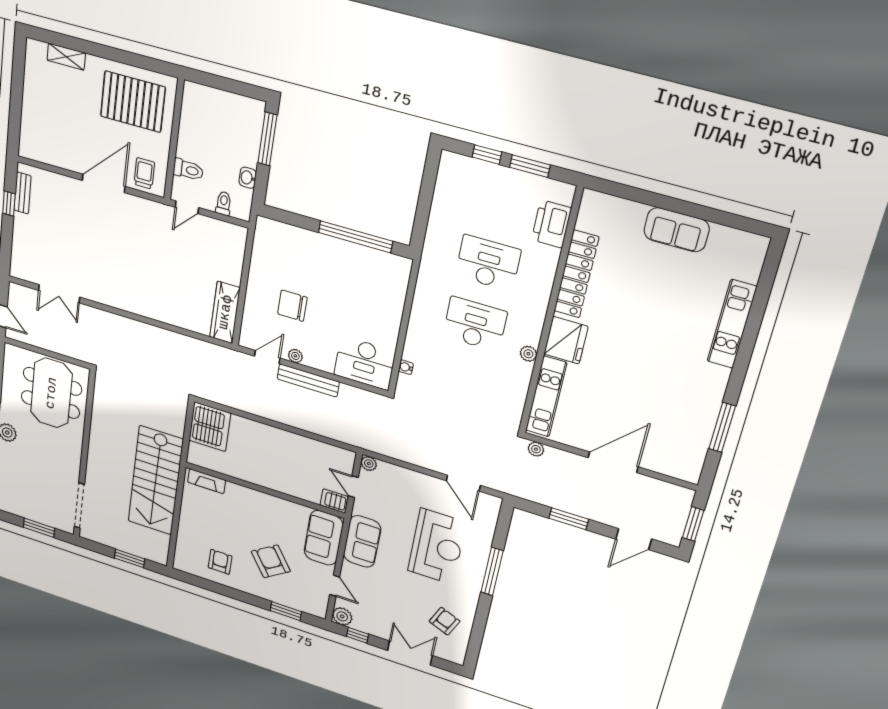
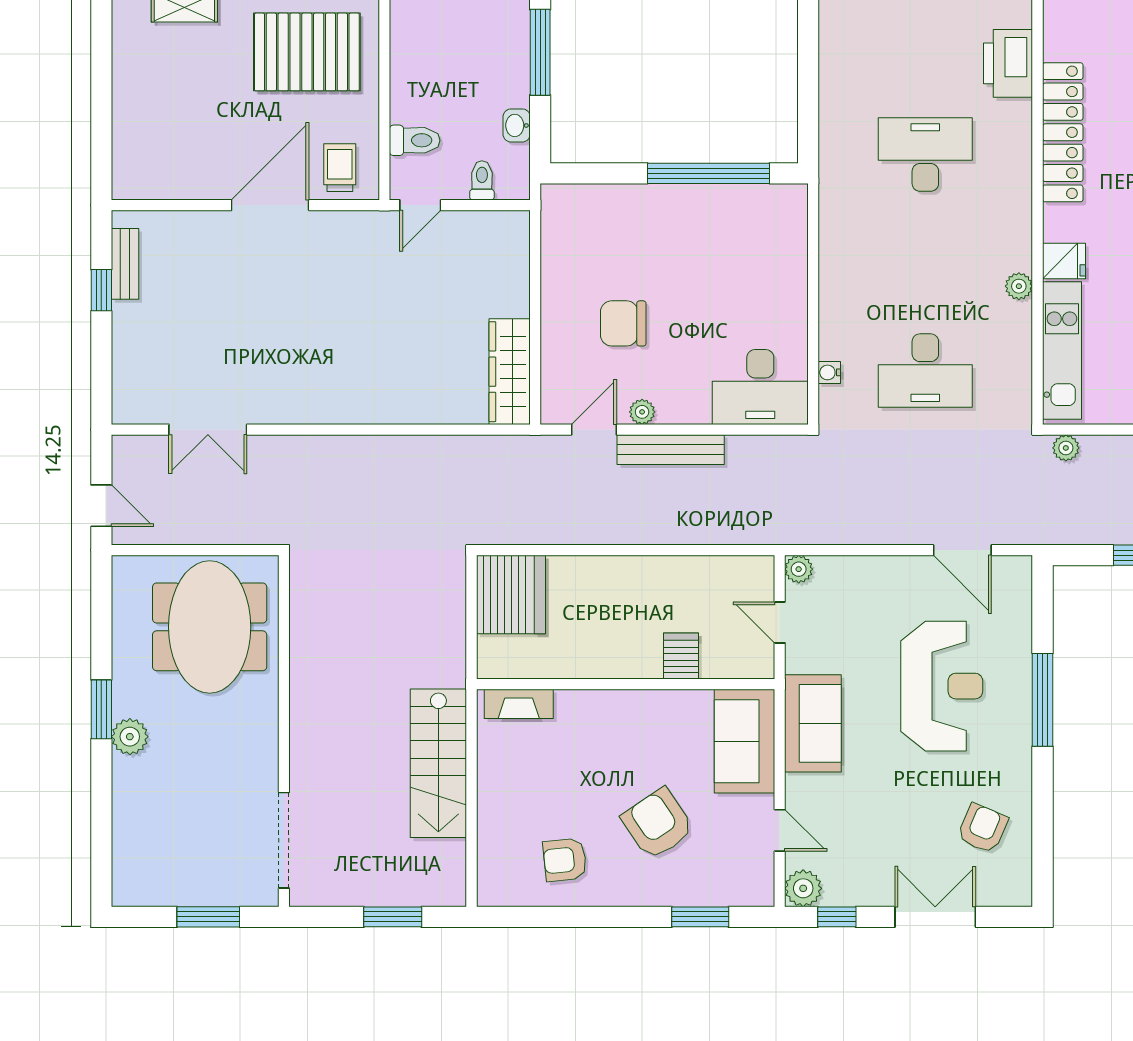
desk: (475, 324) -> (925, 371), moved, turned 180
fridge: (566, 340) -> (1064, 261), width x0.53, depth x0.75
stairs: (156, 481) -> (438, 763), width x0.73, depth x0.66
server rack: (334, 501) -> (681, 656), moved, turned 90
armchair: (220, 562) -> (565, 860), turned -96

